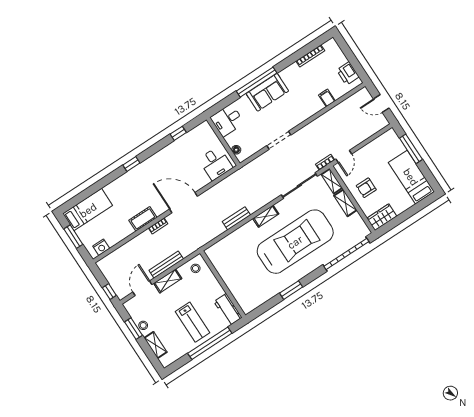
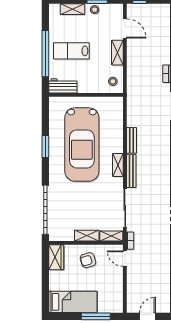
armchair: (366, 188) -> (88, 260), turned -106
car: (295, 242) -> (82, 145), moved
bench: (166, 265) -> (131, 171), moved

